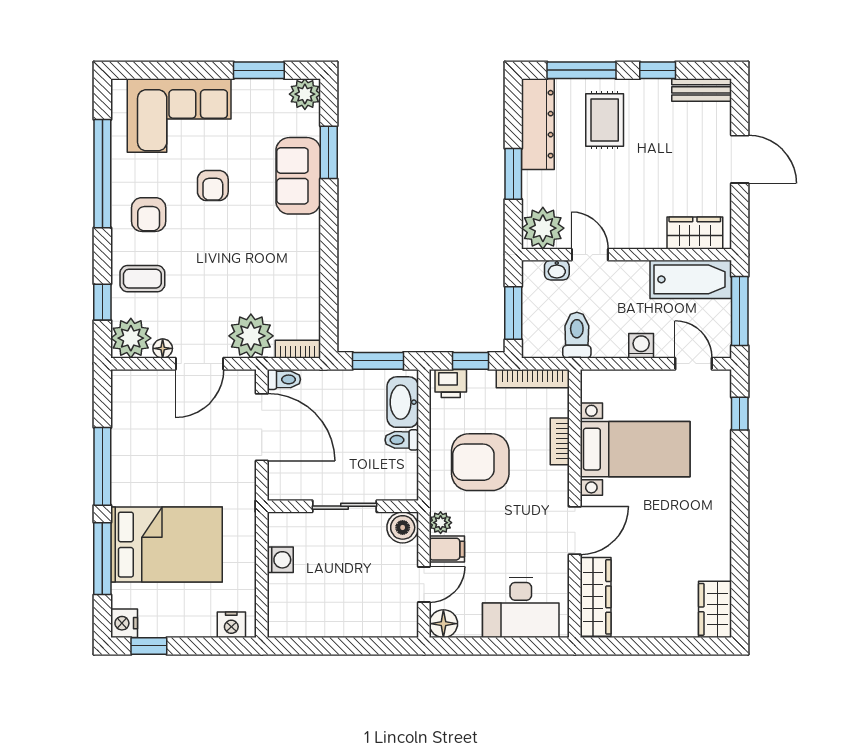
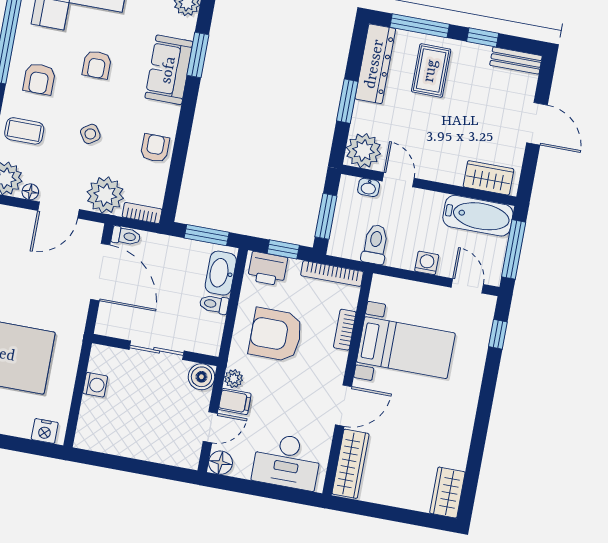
side table: (220, 268) -> (90, 134), added
armchair: (299, 270) -> (155, 148), added
printer: (451, 383) -> (268, 269), width x1.36, depth x1.24

